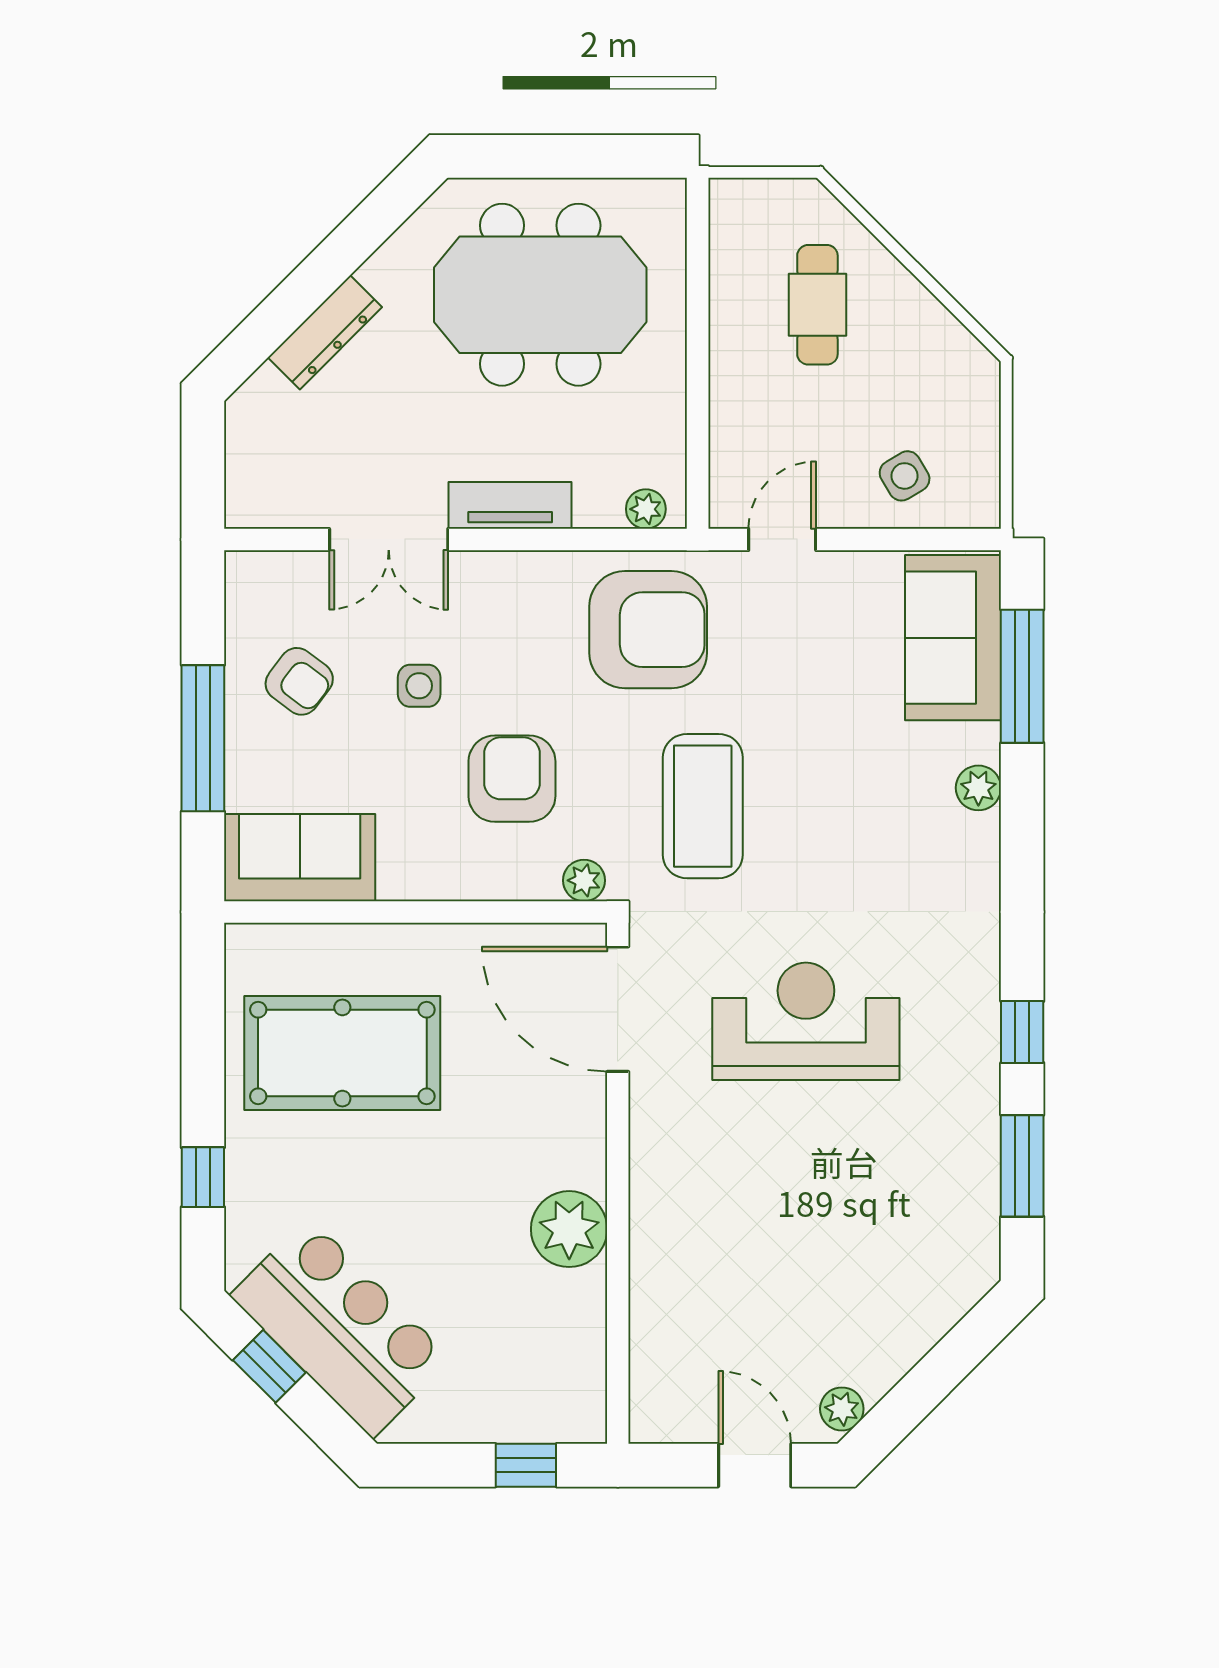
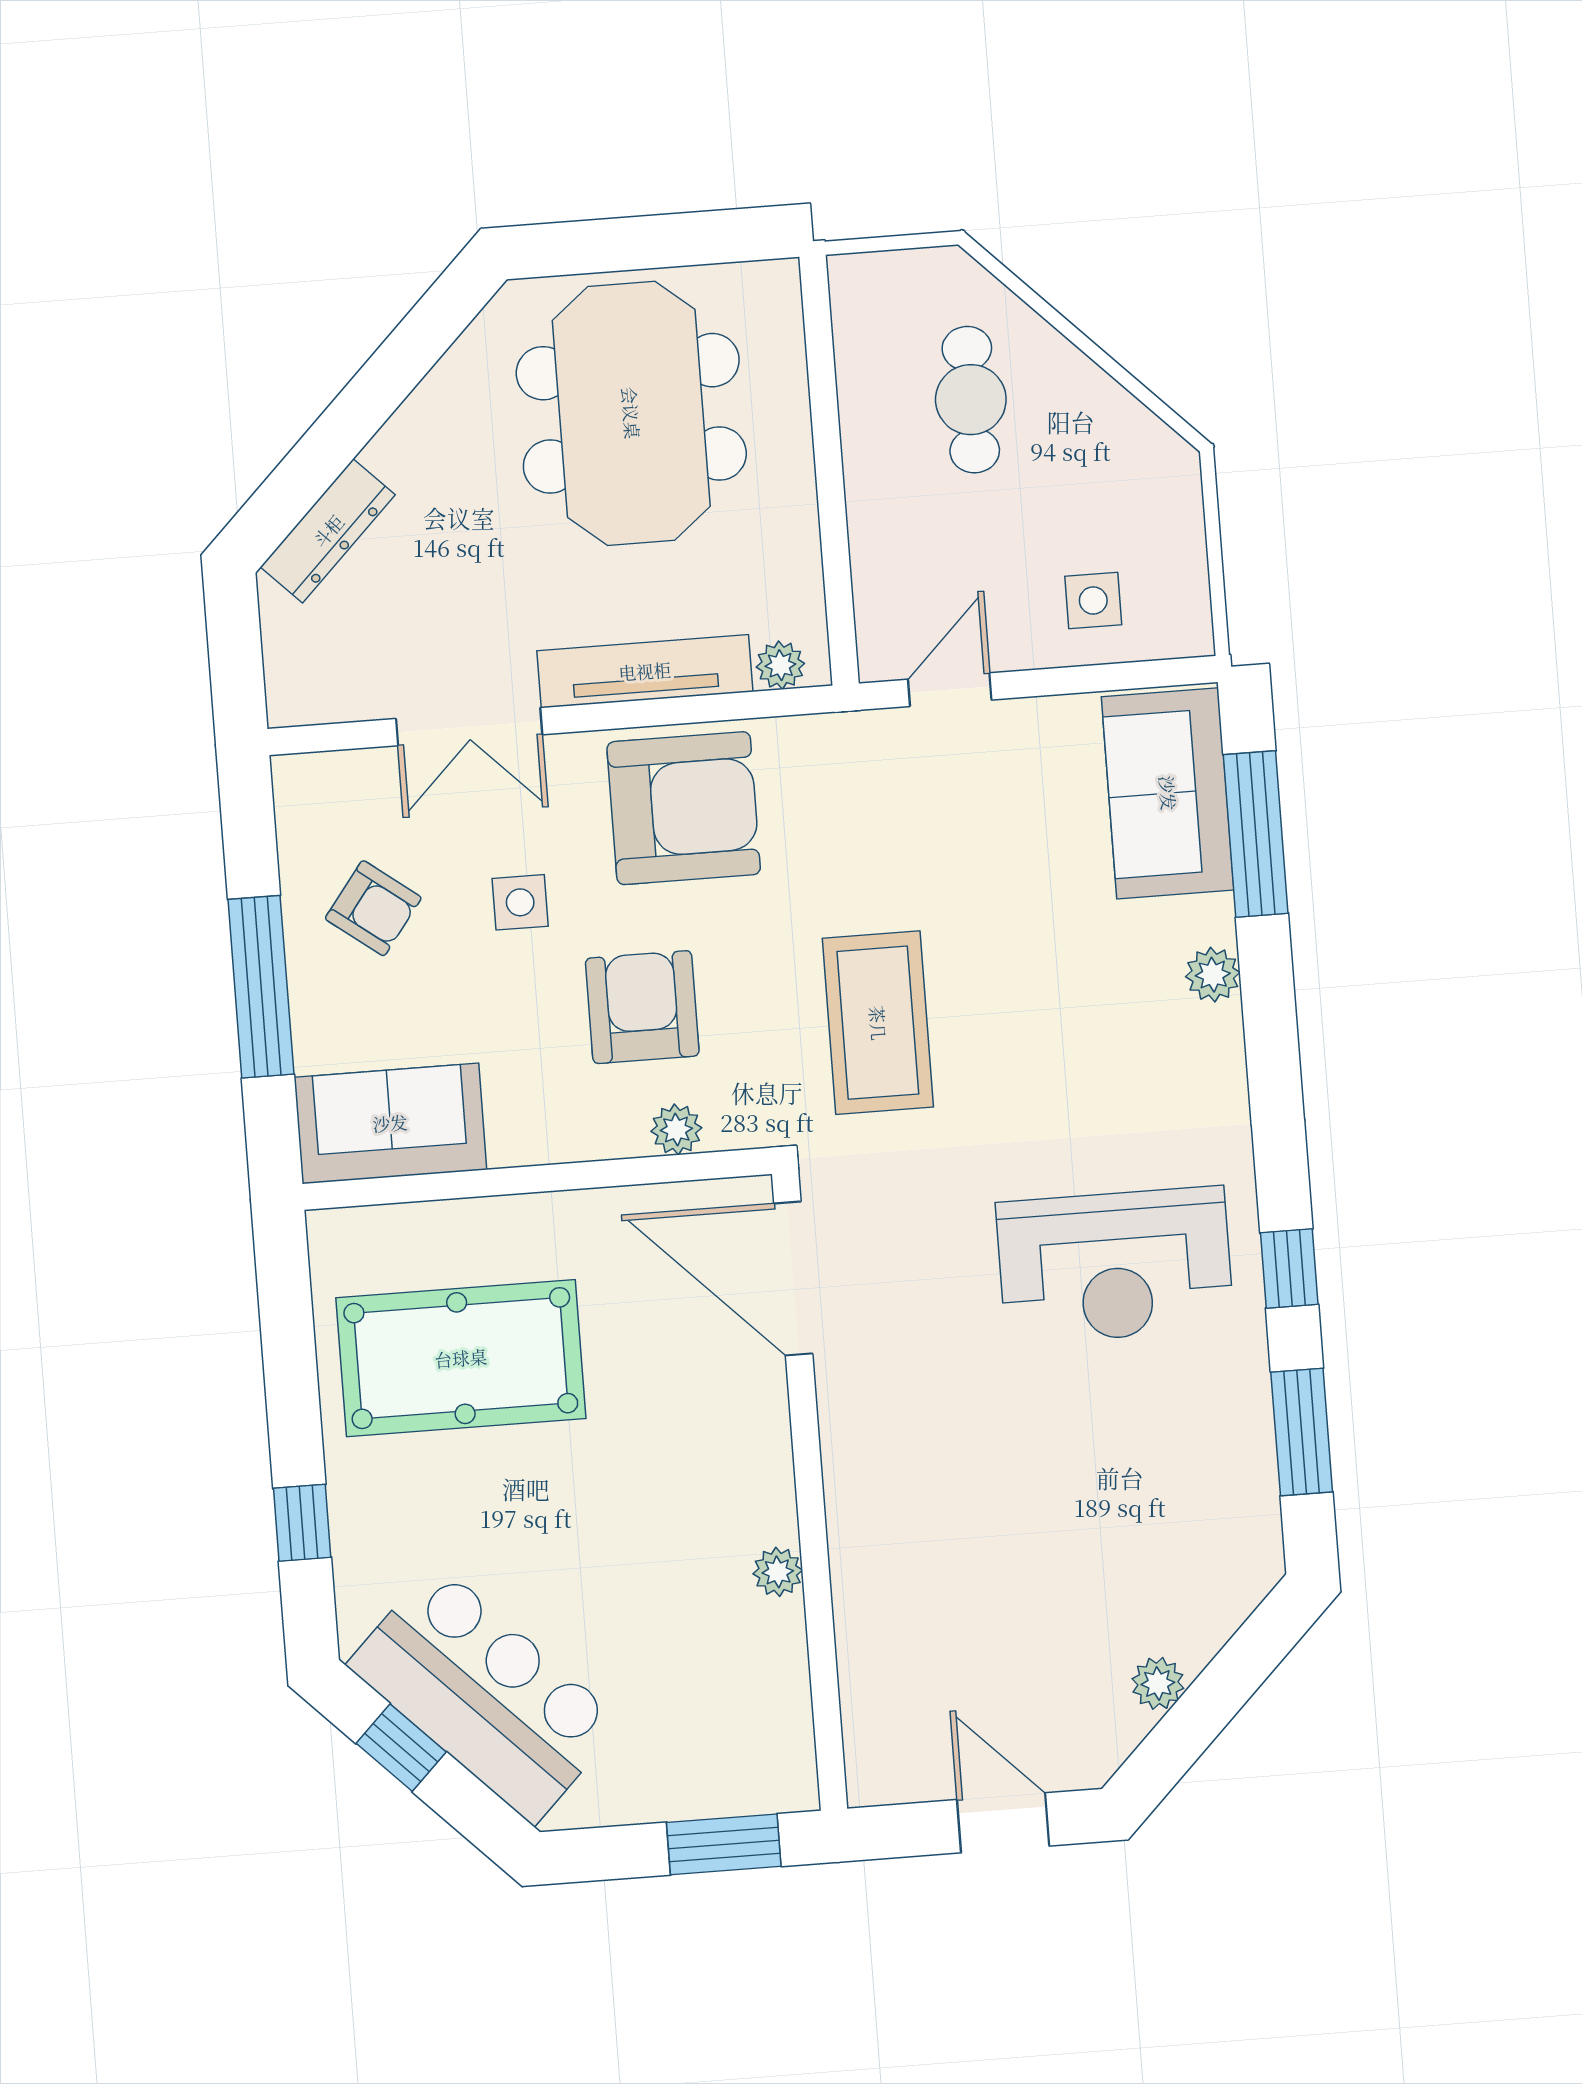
meeting table: (540, 295) -> (631, 413), turned 90
dresser: (325, 332) -> (328, 531), moved
side table: (905, 476) -> (1093, 600), turned 31
tv unit: (510, 505) -> (645, 671), width x1.41
armchair: (648, 630) -> (684, 808), moved
plant: (584, 880) -> (676, 1129), moved
reception desk: (806, 1021) -> (1115, 1266), moved, turned 180
plant: (569, 1229) -> (778, 1572), width x0.53, depth x0.53
plant: (842, 1409) -> (1158, 1683), moved
window: (526, 1465) -> (724, 1844), width x1.50

